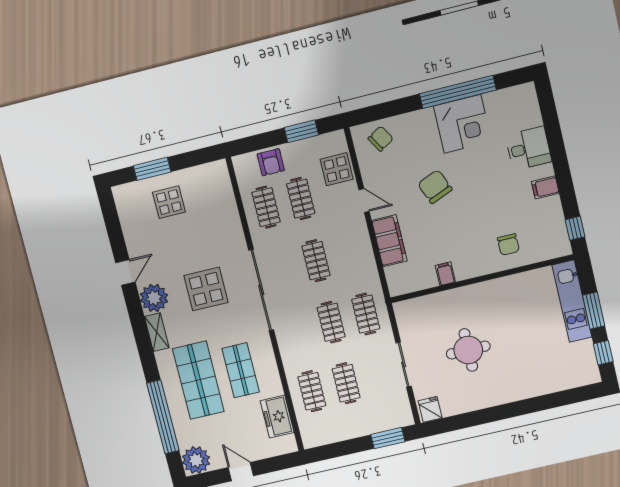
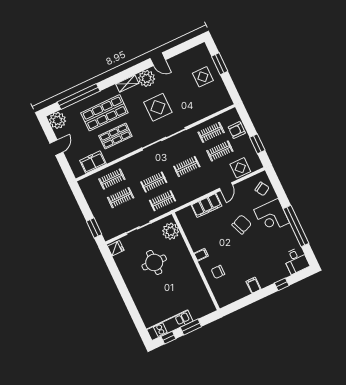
corner desk: (462, 124) -> (272, 216), moved
desk: (528, 148) -> (296, 260), moved
window: (575, 228) -> (282, 284), moved
filing cabinet: (445, 274) -> (201, 255), moved
kitchen unit: (572, 301) -> (170, 325), moved
plant: (421, 311) -> (171, 231), added

